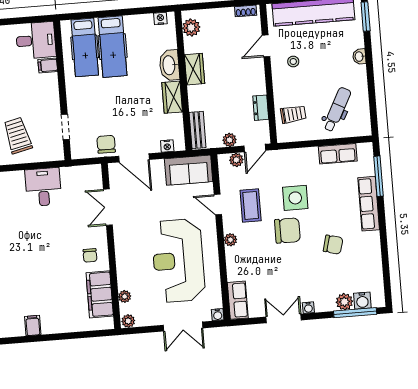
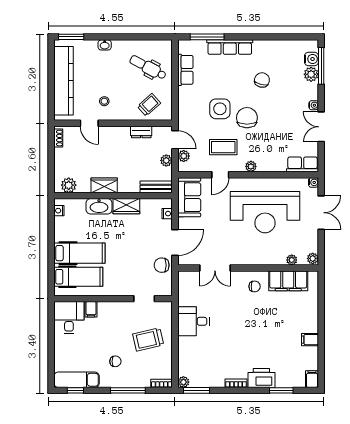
trolley: (293, 114) -> (149, 105), turned 53

